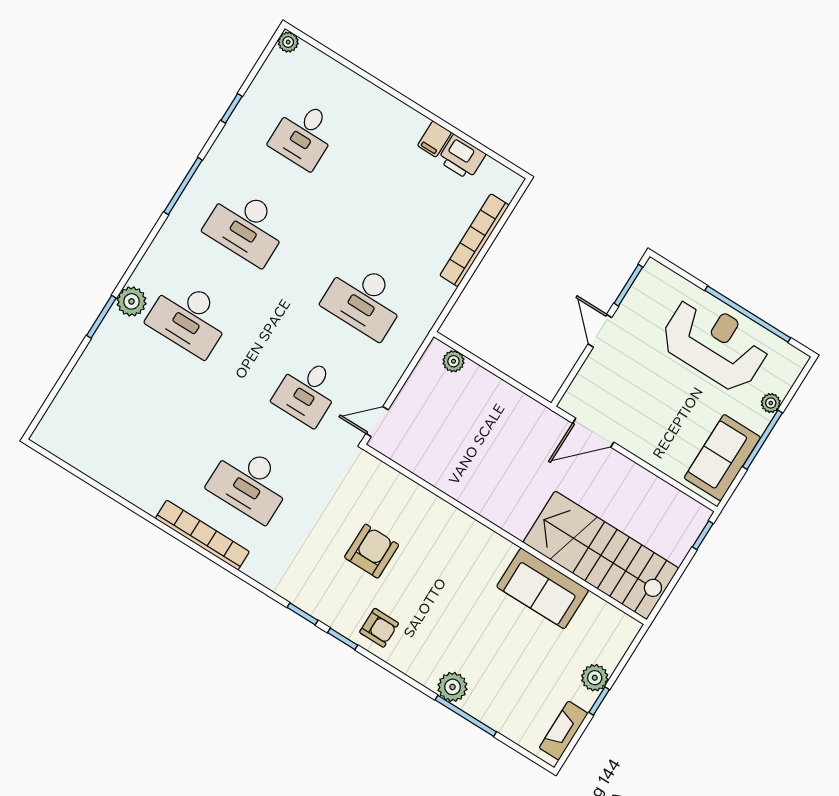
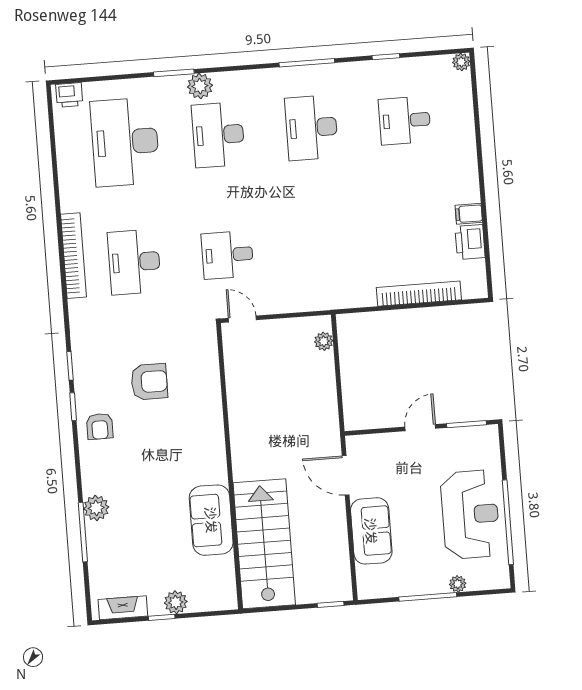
desk: (364, 300) -> (125, 142), moved, width x1.36, depth x1.30
printer: (50, 429) -> (69, 95), added
sofa: (722, 458) -> (371, 531), moved, turned 90

